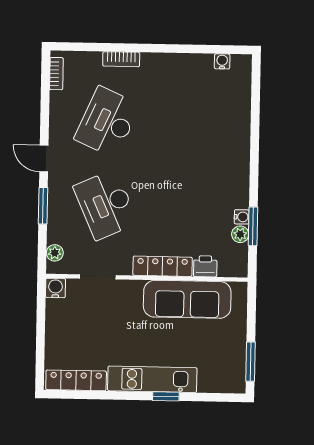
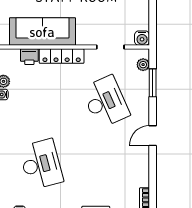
desk: (107, 122) -> (41, 164), moved, turned -39
door: (44, 159) -> (153, 136), swing flipped
window: (43, 206) -> (153, 83), moved

